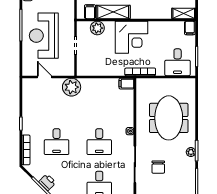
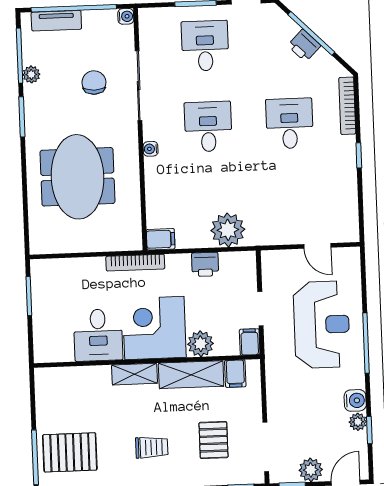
shelving: (184, 13) -> (134, 374), moved
plant: (97, 28) -> (201, 344), moved
filing cabinet: (190, 28) -> (250, 342), moved
desk: (178, 62) -> (98, 335), moved, turned 180
printer: (104, 70) -> (205, 264), added
plant: (72, 87) -> (228, 230), moved
plant: (191, 152) -> (31, 74), moved

